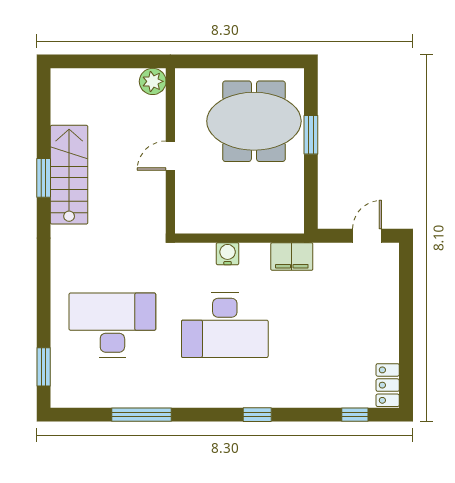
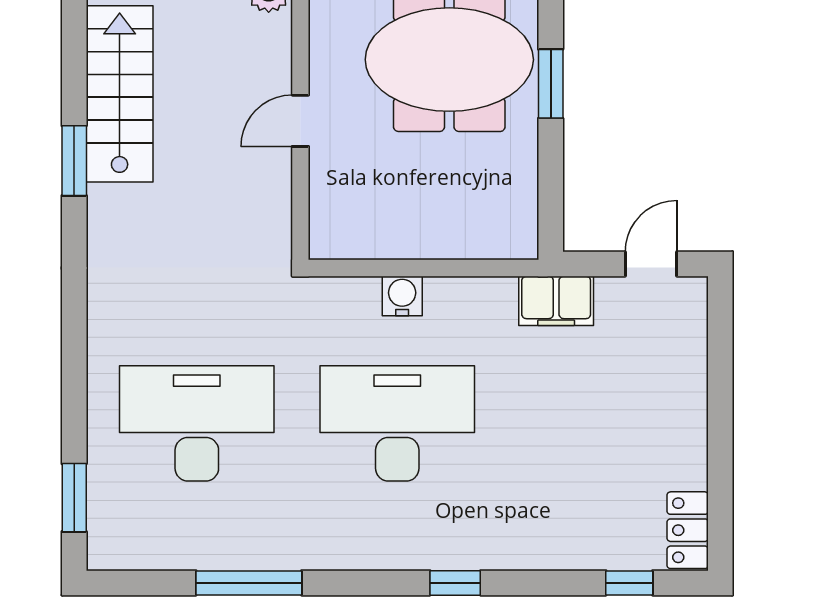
stairs: (69, 175) -> (120, 94), moved
filing cabinet: (292, 257) -> (556, 301), moved
desk: (225, 325) -> (397, 423), turned 180

